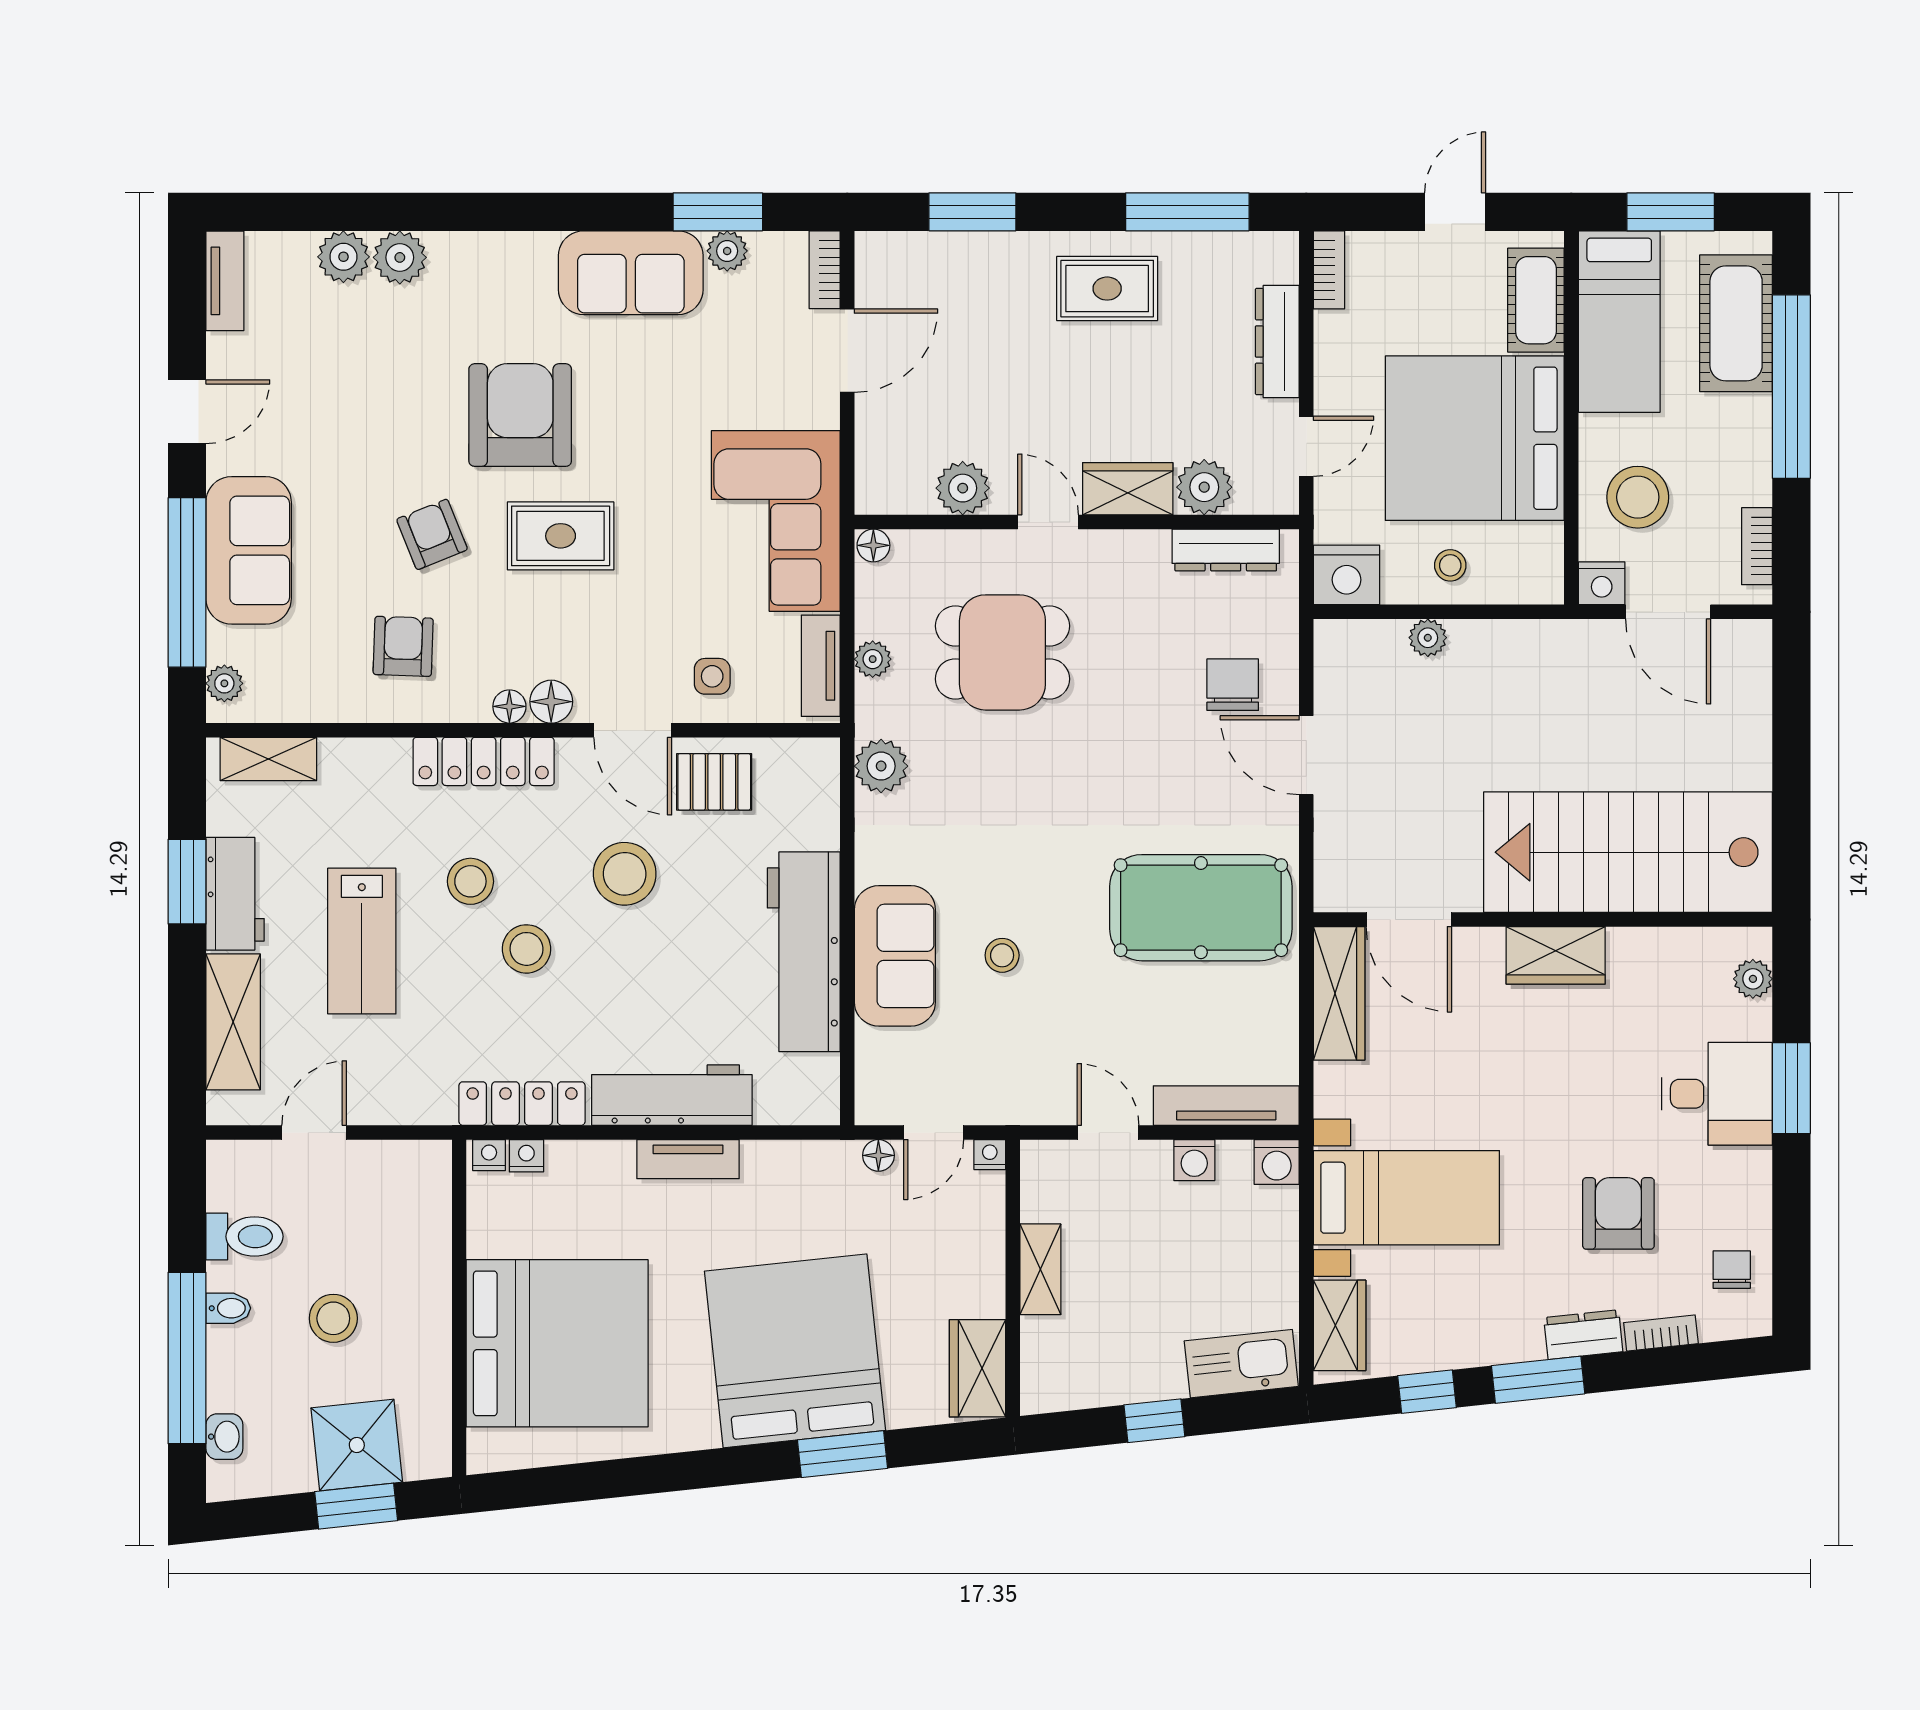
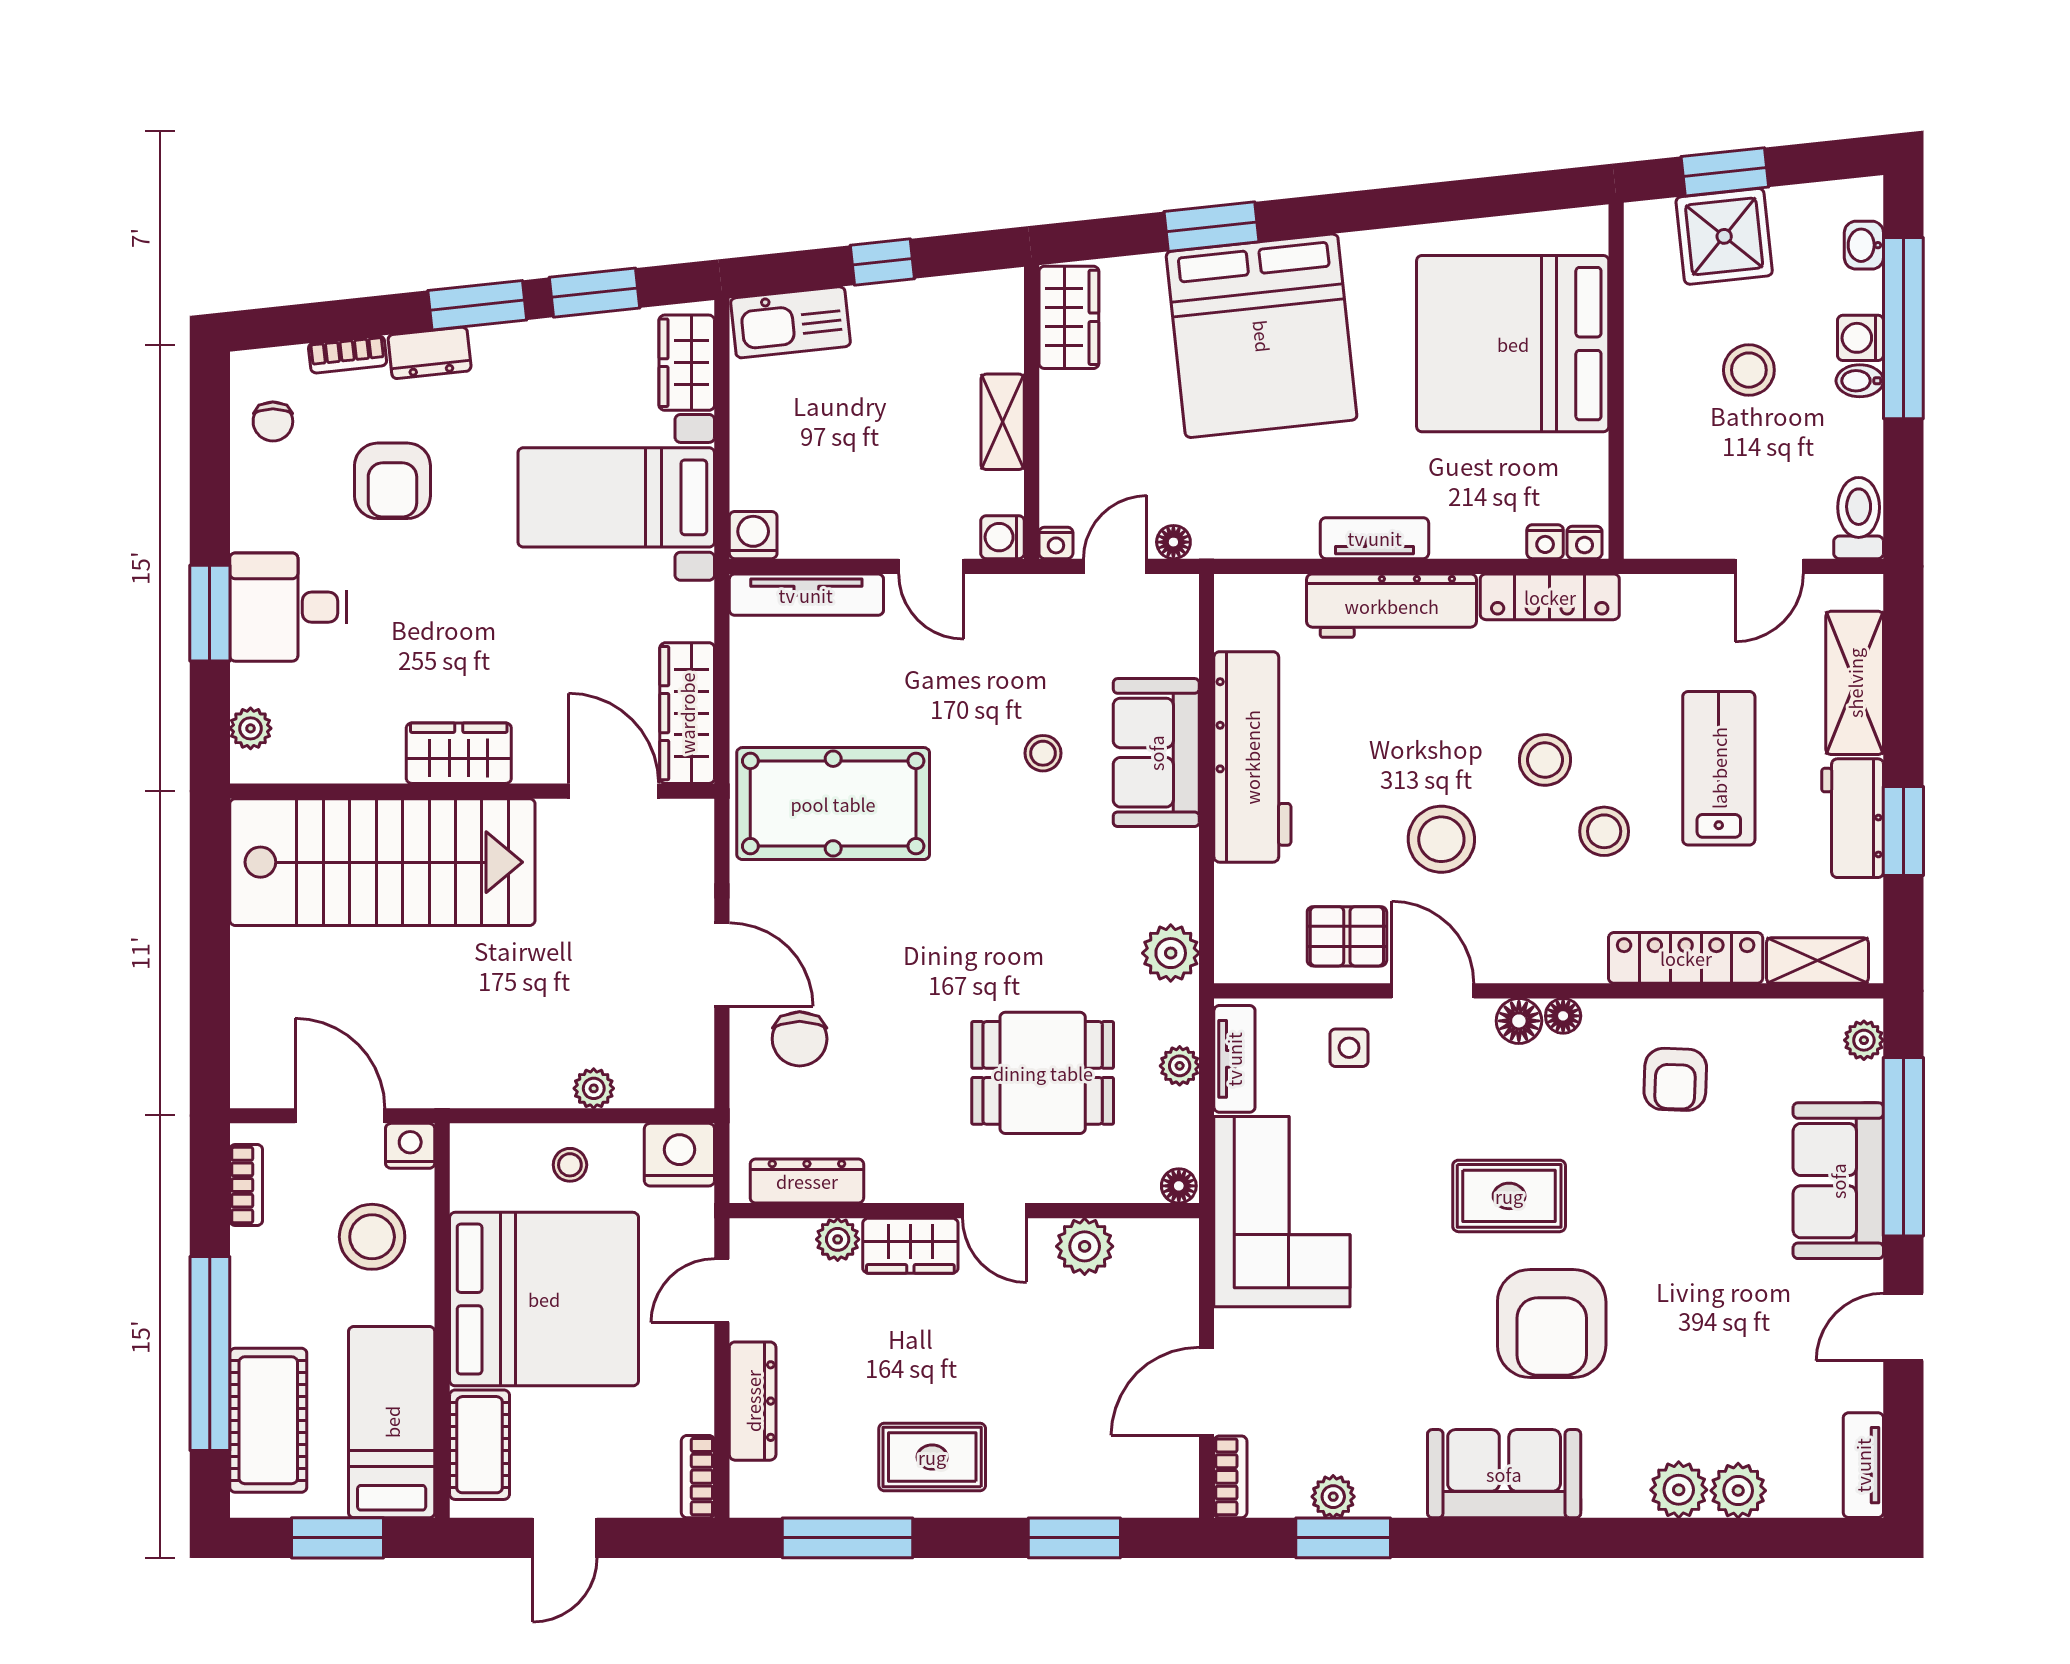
sofa: (631, 273) -> (1504, 1474), moved
plant: (1204, 487) -> (838, 1239), width x0.73, depth x0.73
armchair: (432, 534) -> (1645, 1198), removed
locker: (484, 761) -> (1686, 958), moved
washing machine: (1194, 1160) -> (1003, 537), moved, turned -90
toilet: (244, 1236) -> (1859, 518), moved, turned 90
washing machine: (228, 1349) -> (1861, 338), added
window: (1427, 1392) -> (595, 293), width x1.50

